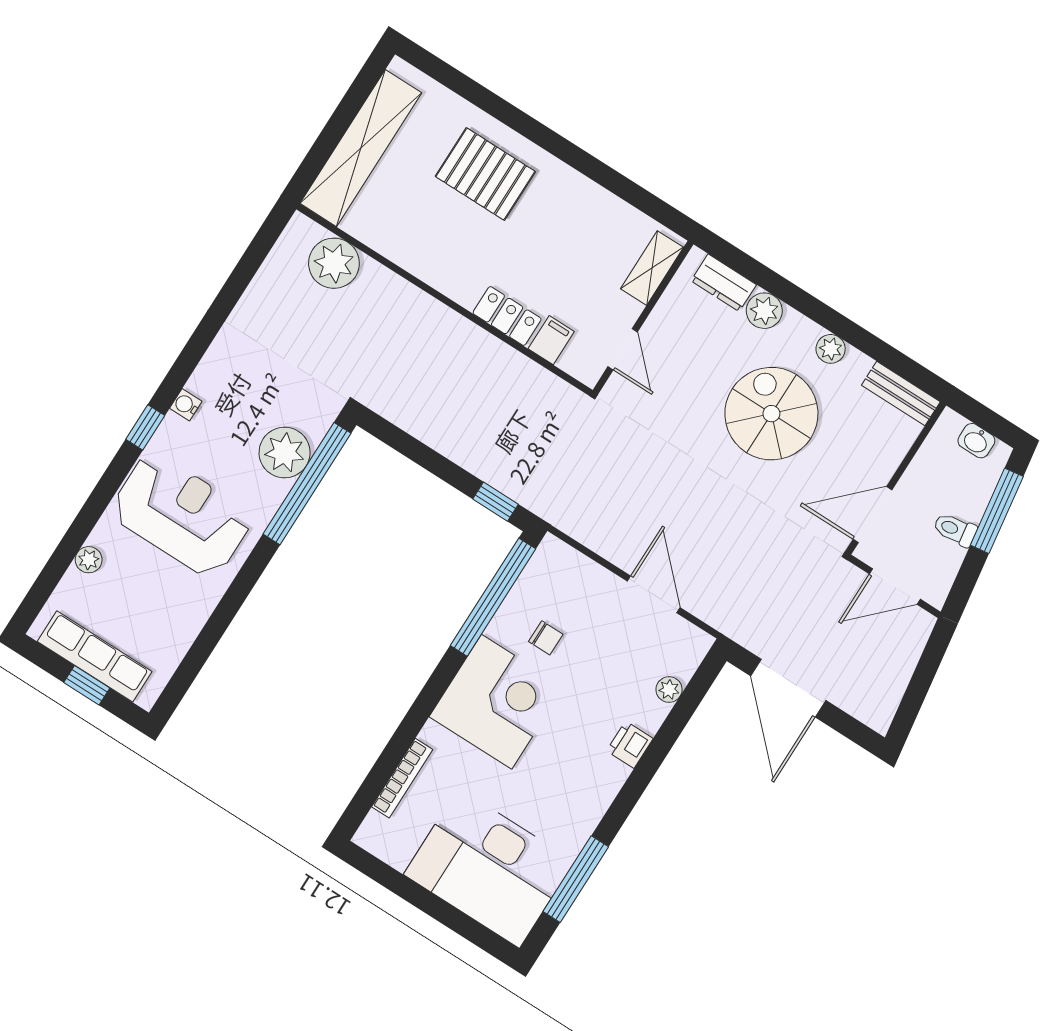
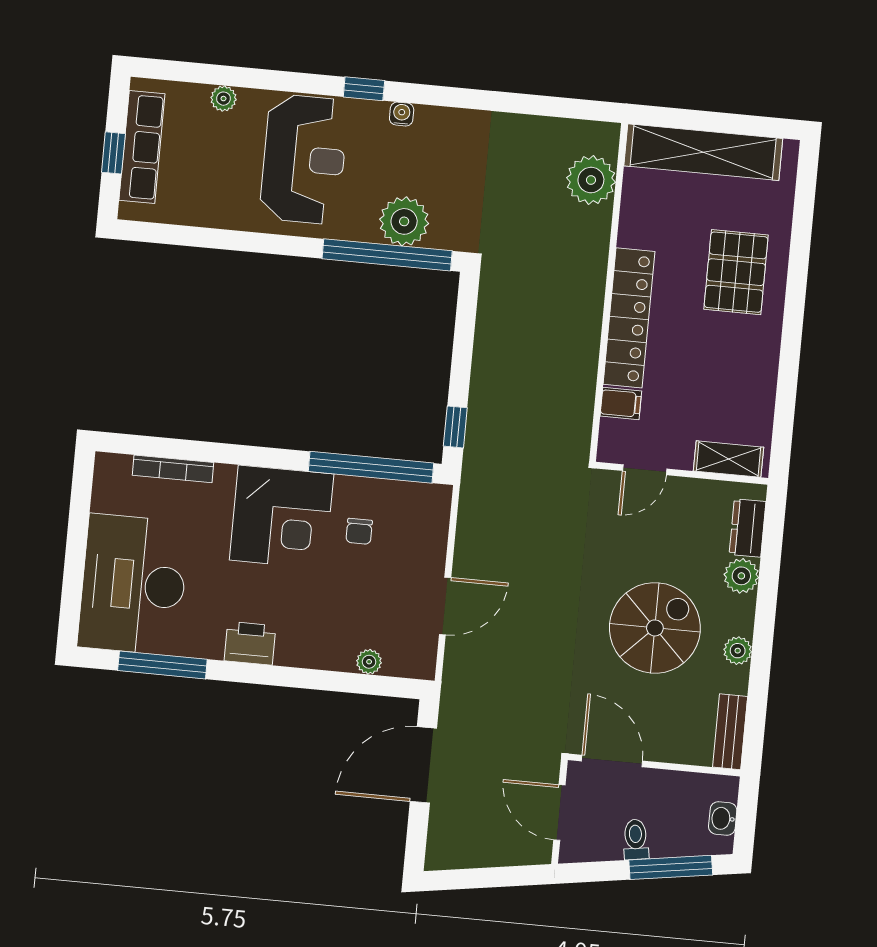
locker: (507, 316) -> (629, 318), width x2.16, depth x1.21
printer: (630, 745) -> (250, 643), moved, width x1.36, depth x1.24

